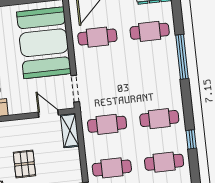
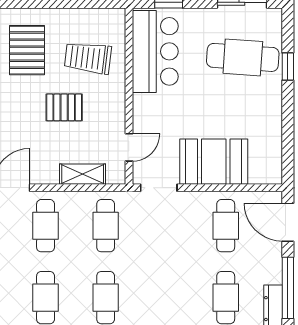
booth: (44, 43) -> (214, 162), width x0.73, depth x0.70
shelving: (70, 130) -> (83, 174), moved

